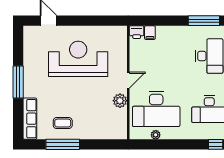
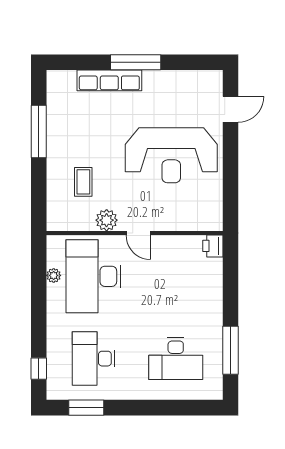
filing cabinet: (150, 33) -> (212, 267), removed
reception desk: (78, 59) -> (171, 155), turned 90
row of seats: (30, 119) -> (109, 80), moved
coffee table: (63, 123) -> (83, 182), moved

